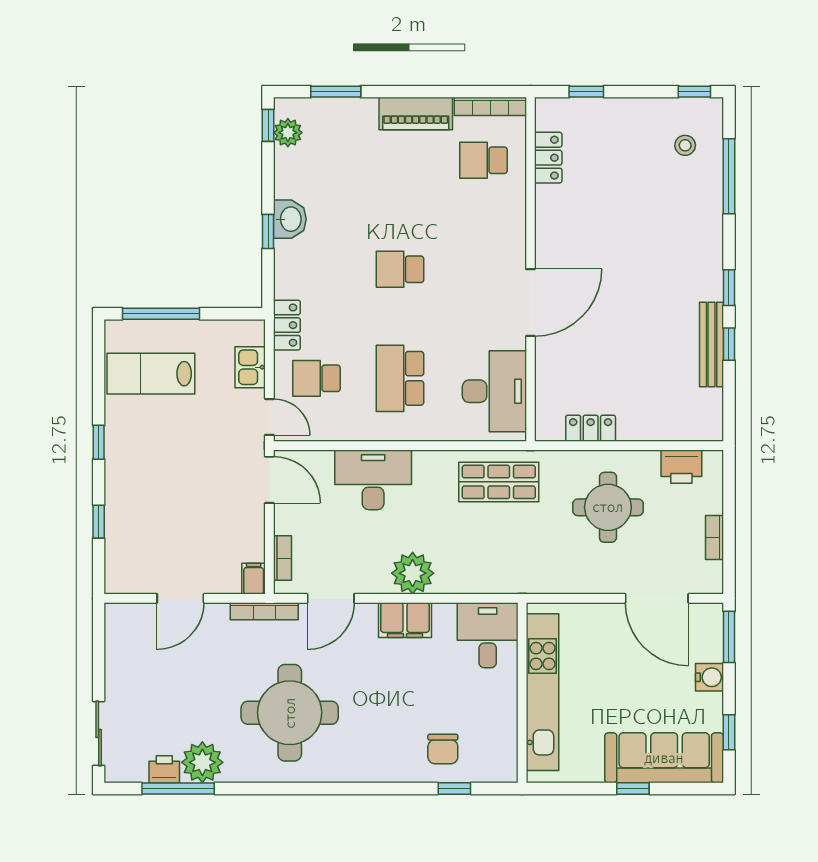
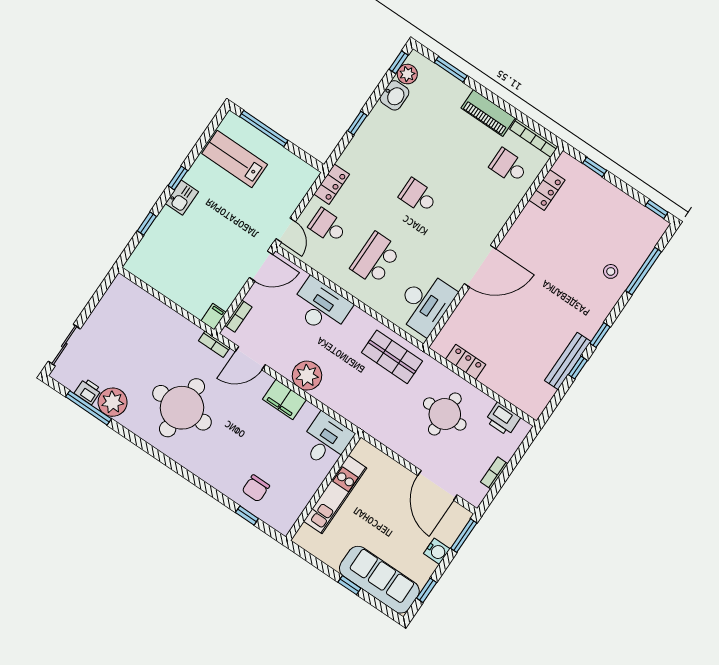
stool: (685, 145) -> (611, 271), moved
washbasin: (290, 219) -> (394, 95), moved
kitchen sink: (250, 367) -> (182, 198), moved, turned 180
door: (269, 480) -> (261, 266), hinge flipped
door: (180, 598) -> (164, 299), removed
bookcase: (264, 611) -> (214, 344), width x0.64
kitchen unit: (542, 692) -> (335, 495), width x0.73

